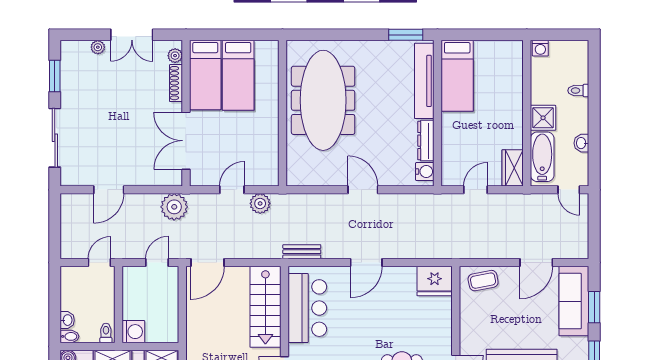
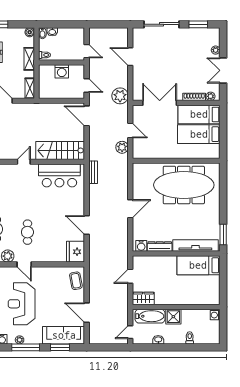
door: (476, 190) -> (130, 276), swing flipped
door: (366, 263) -> (87, 225), moved
washing machine: (133, 332) -> (62, 71), moved

